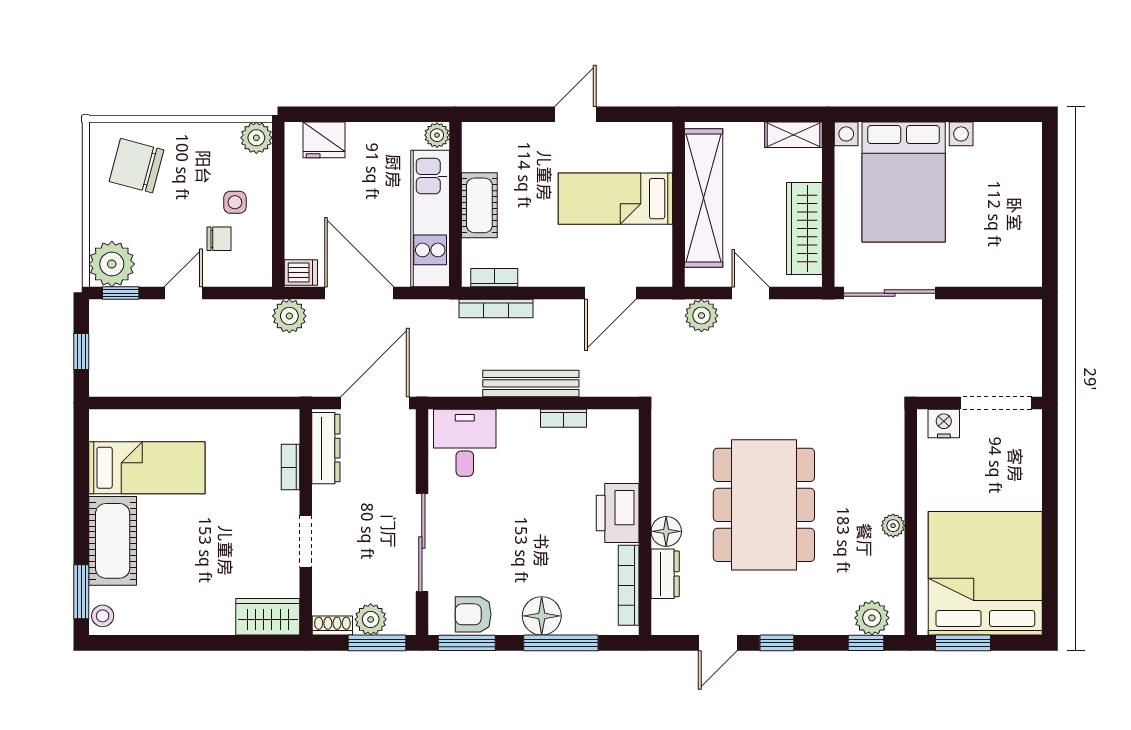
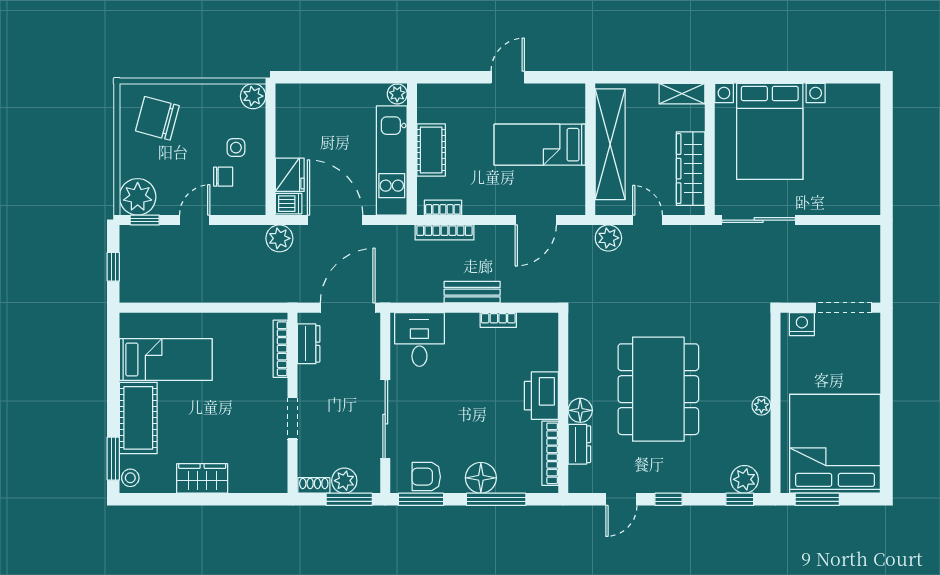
fridge: (324, 140) -> (290, 175), moved, turned -90
bench: (531, 383) -> (472, 292), width x0.73
dresser: (326, 448) -> (309, 344), width x0.70
bookcase: (291, 467) -> (280, 349), width x1.56
wardrobe: (268, 617) -> (202, 478), moved

